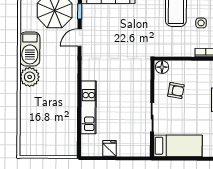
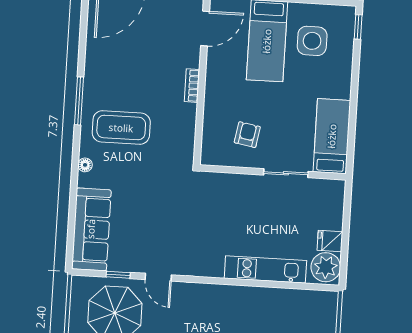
side table: (201, 23) -> (146, 91), removed
floor lamp: (162, 67) -> (210, 154), removed
plant: (92, 147) -> (326, 267), added

